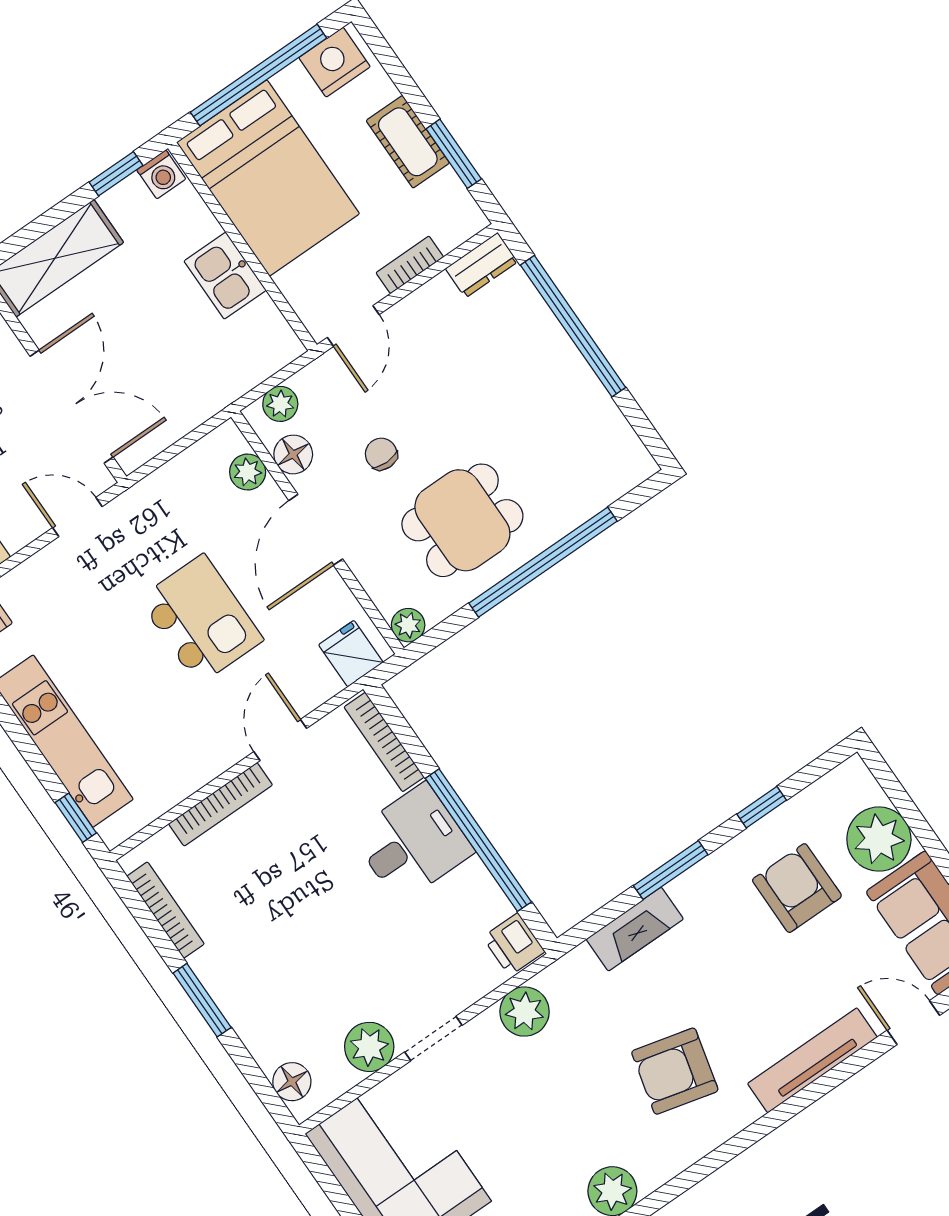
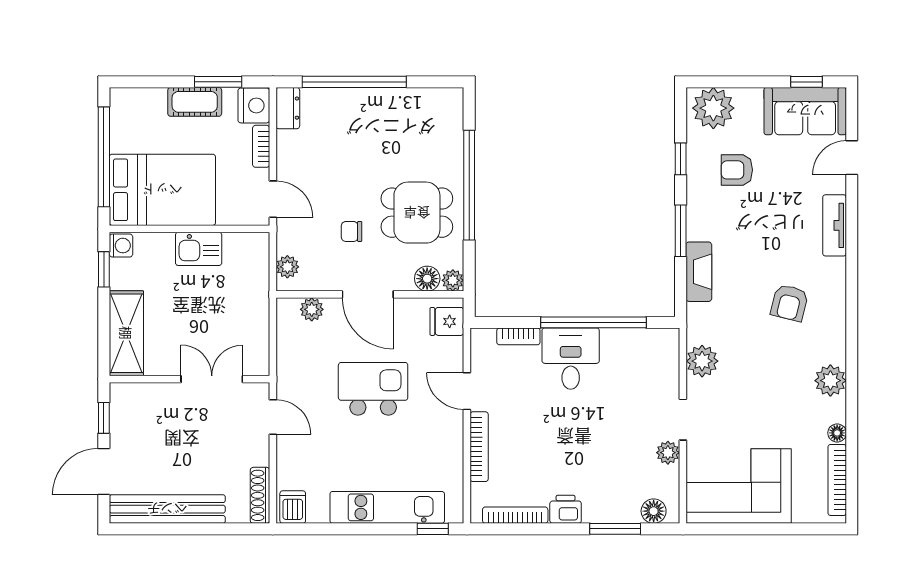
nightstand: (335, 62) -> (254, 105), moved, turned 180
double door: (72, 407) -> (212, 379), width x0.73
floor lamp: (293, 454) -> (427, 279), moved
door: (77, 517) -> (273, 417), swing flipped
dining table: (462, 520) -> (417, 213), turned 90
bookcase: (384, 742) -> (518, 336), width x0.64
plant: (879, 839) -> (713, 108), moved
armchair: (797, 888) -> (737, 170), width x0.72, depth x0.72
printer: (514, 944) -> (566, 509), moved, turned 180
window: (202, 1000) -> (615, 529), moved
plant: (369, 1047) -> (668, 453), width x0.73, depth x0.73
tv unit: (812, 1060) -> (835, 225), width x0.71
armchair: (675, 1071) -> (789, 303), width x0.72, depth x0.72

